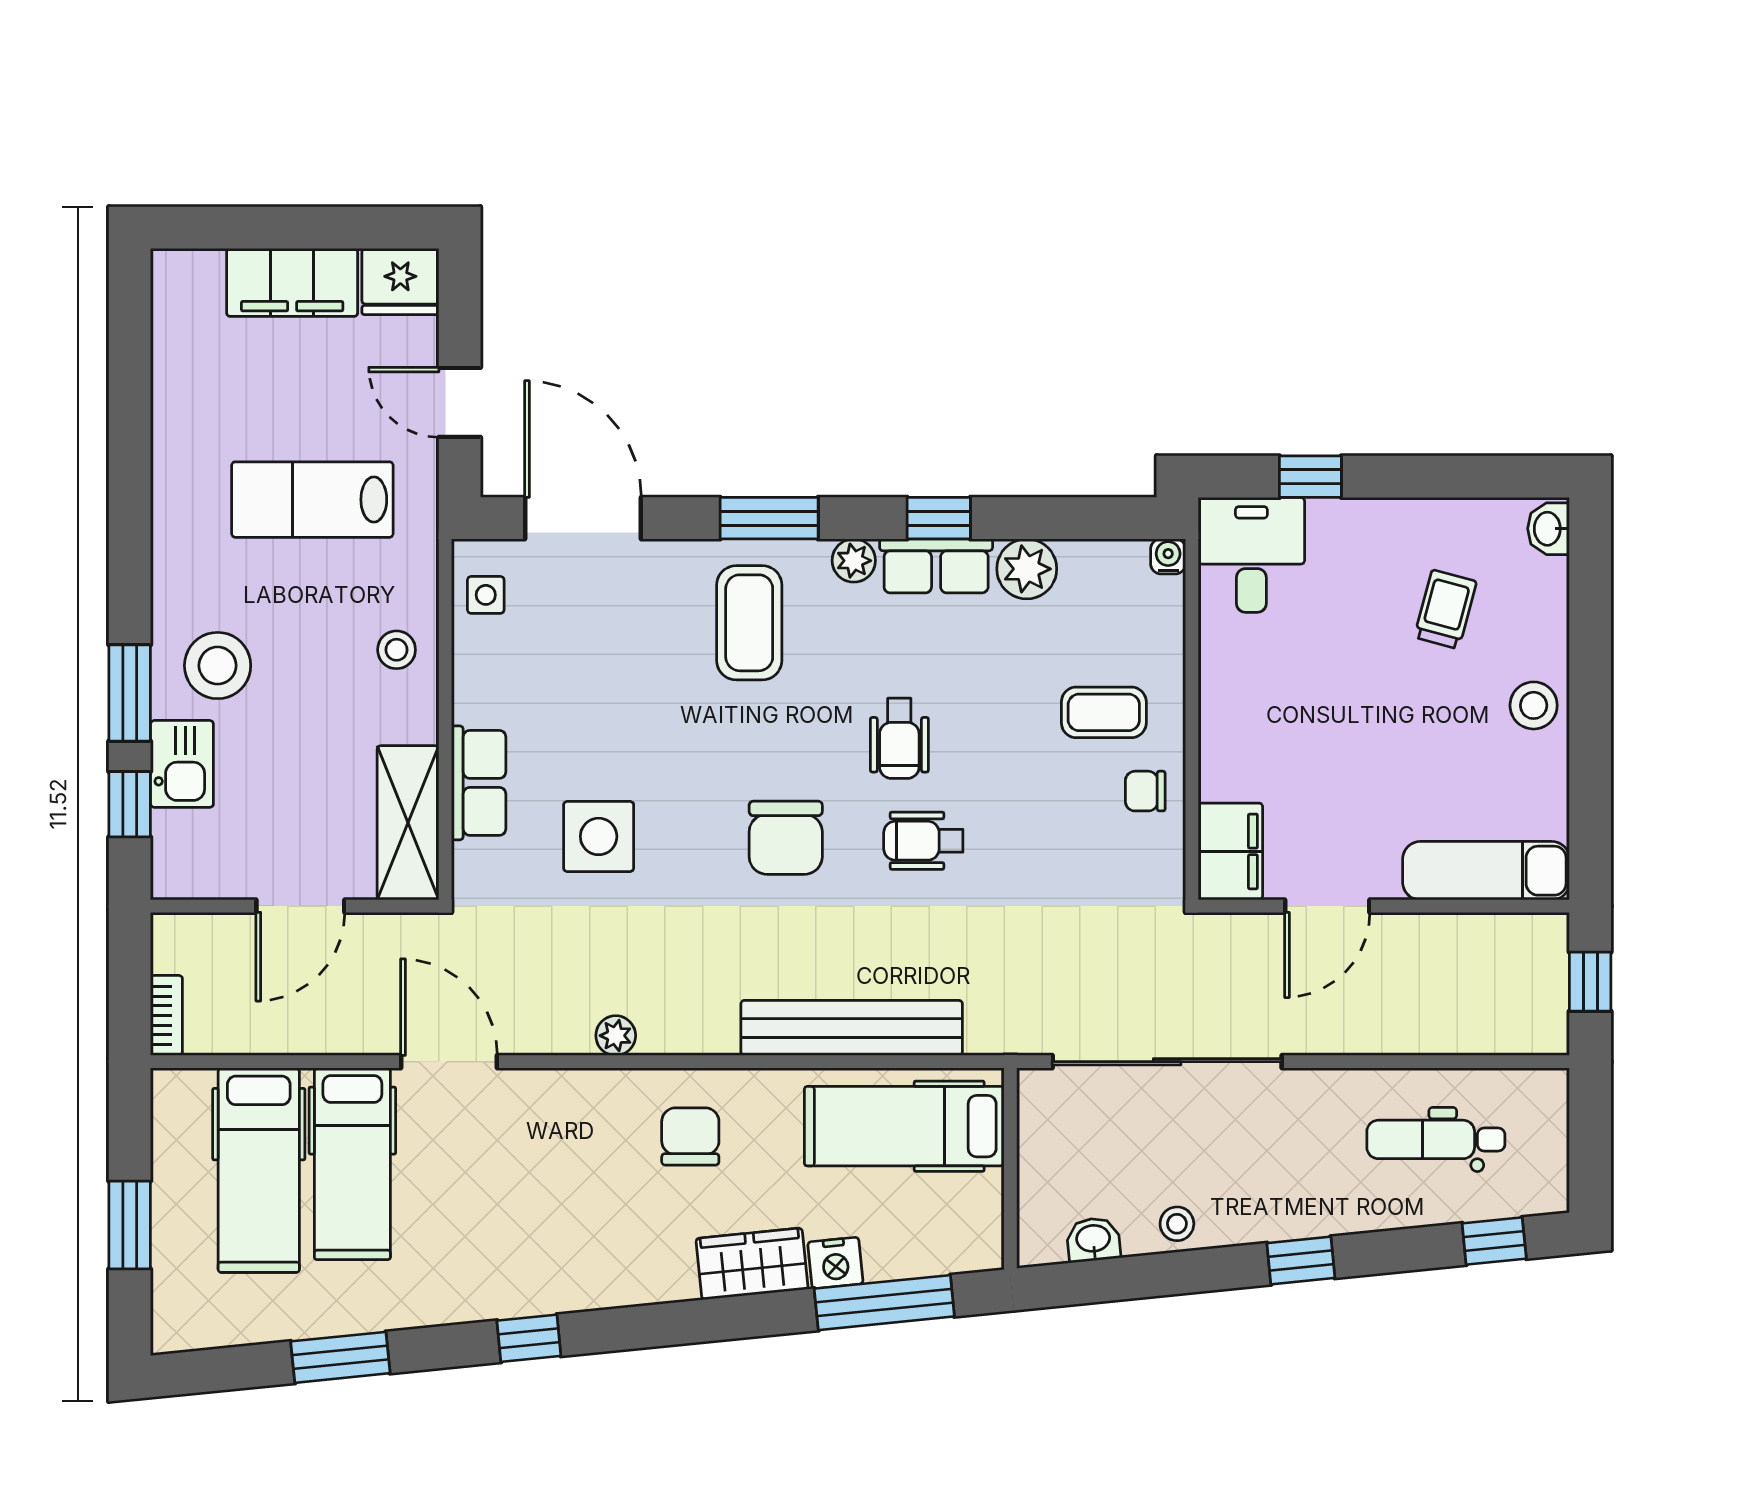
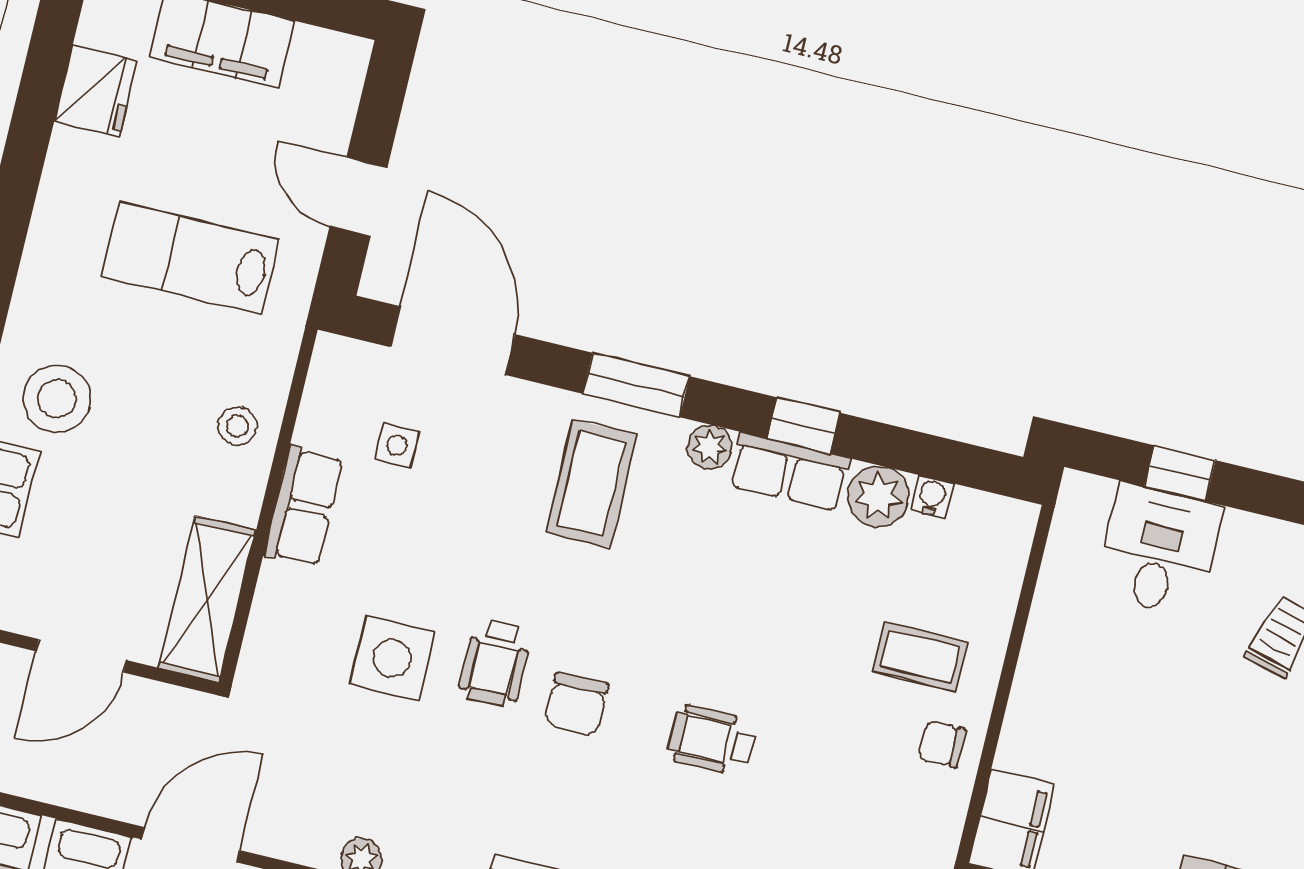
fridge: (400, 282) -> (96, 91), moved, turned -90
desk: (1251, 555) -> (1159, 550), moved
water cooler: (1168, 556) -> (932, 497), moved
side table: (486, 595) -> (397, 445), moved
wheelchair: (899, 738) -> (495, 663), moved
row of seats: (479, 783) -> (303, 507), moved
chair: (786, 838) -> (576, 704), width x0.73, depth x0.73
door: (449, 1062) -> (191, 845), hinge flipped

